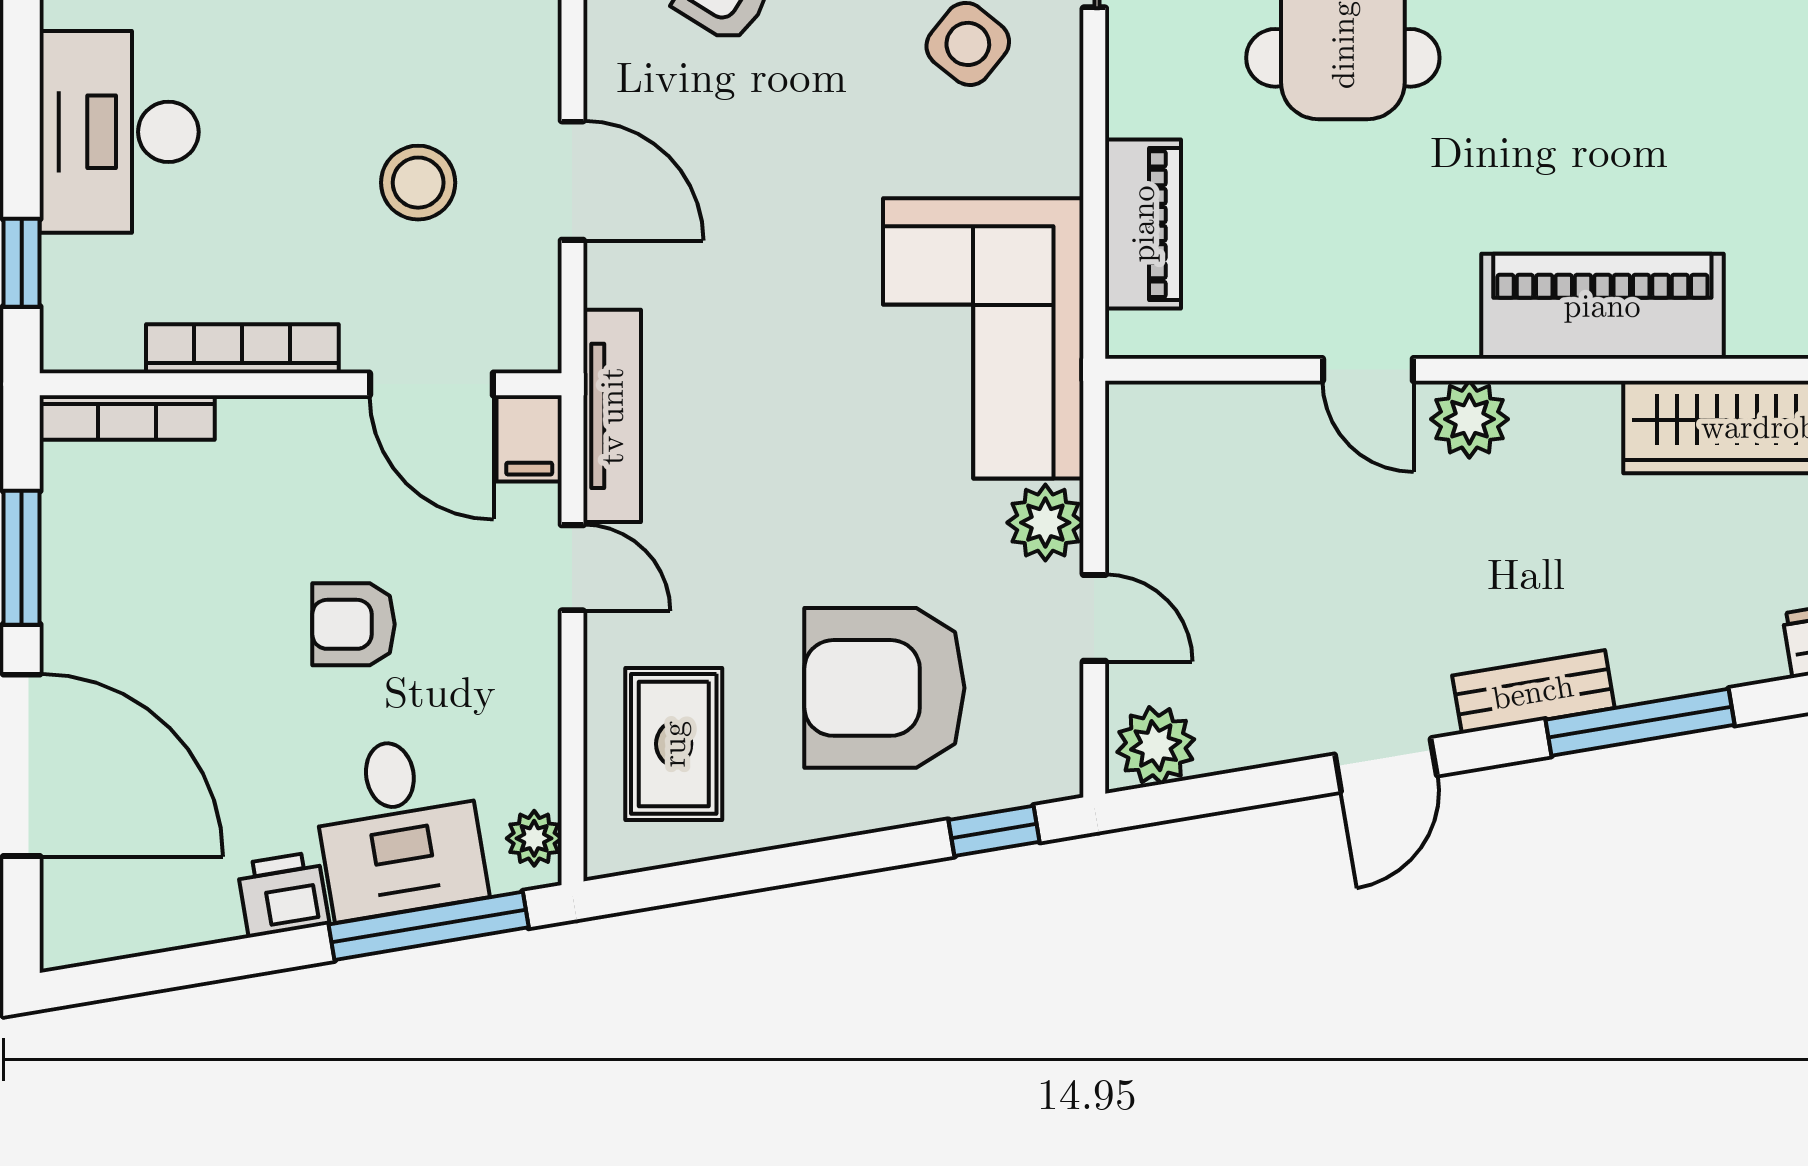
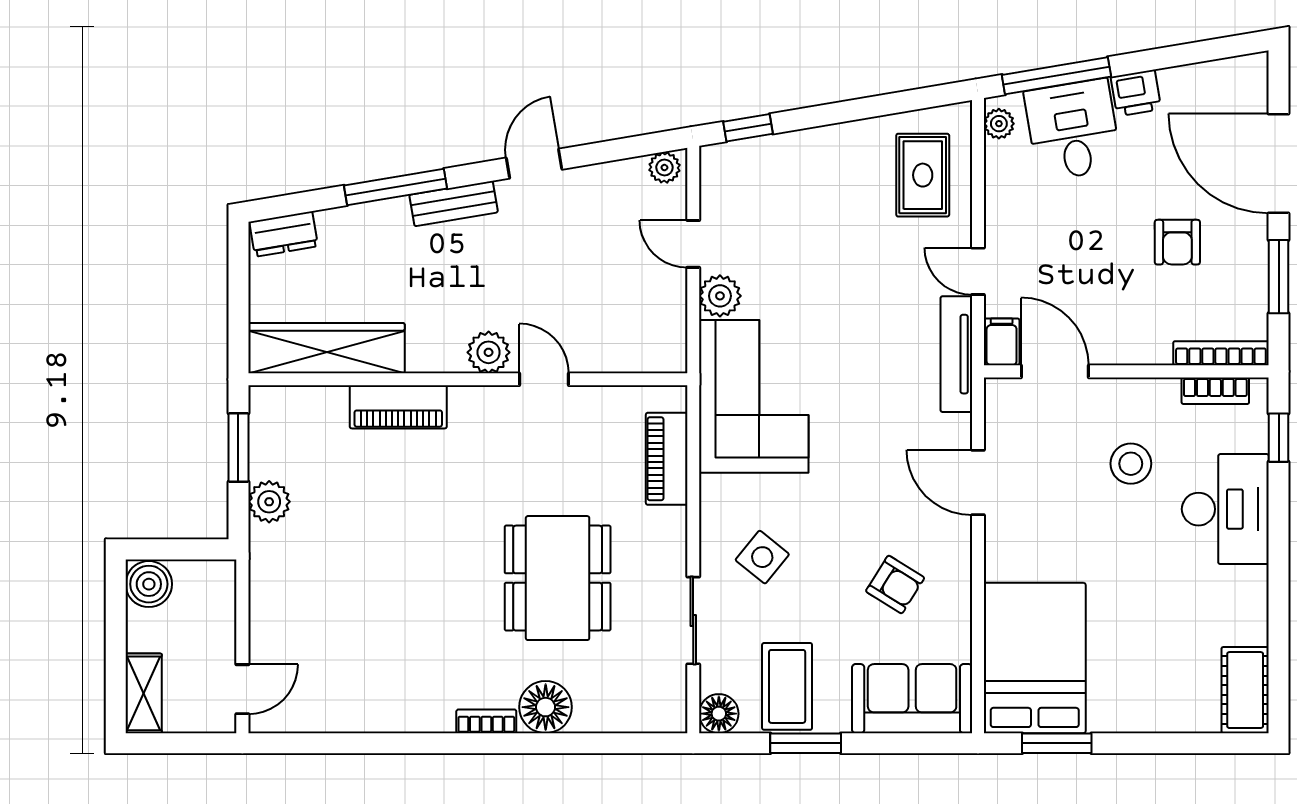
stool: (418, 183) -> (1131, 464), moved
piano: (1602, 306) -> (398, 407), width x0.73, depth x0.75
bookcase: (242, 349) -> (1215, 391), moved, width x0.64
armchair: (353, 624) -> (1177, 242), moved, turned 90
armchair: (884, 688) -> (808, 206), removed
plant: (1156, 746) -> (664, 168), width x0.73, depth x0.73

